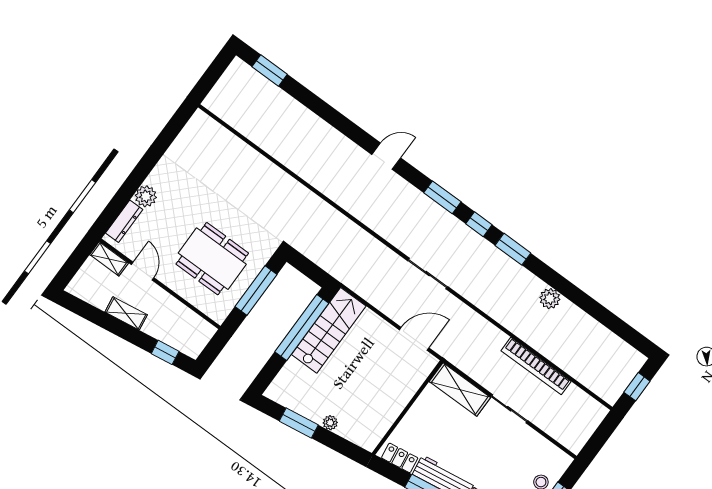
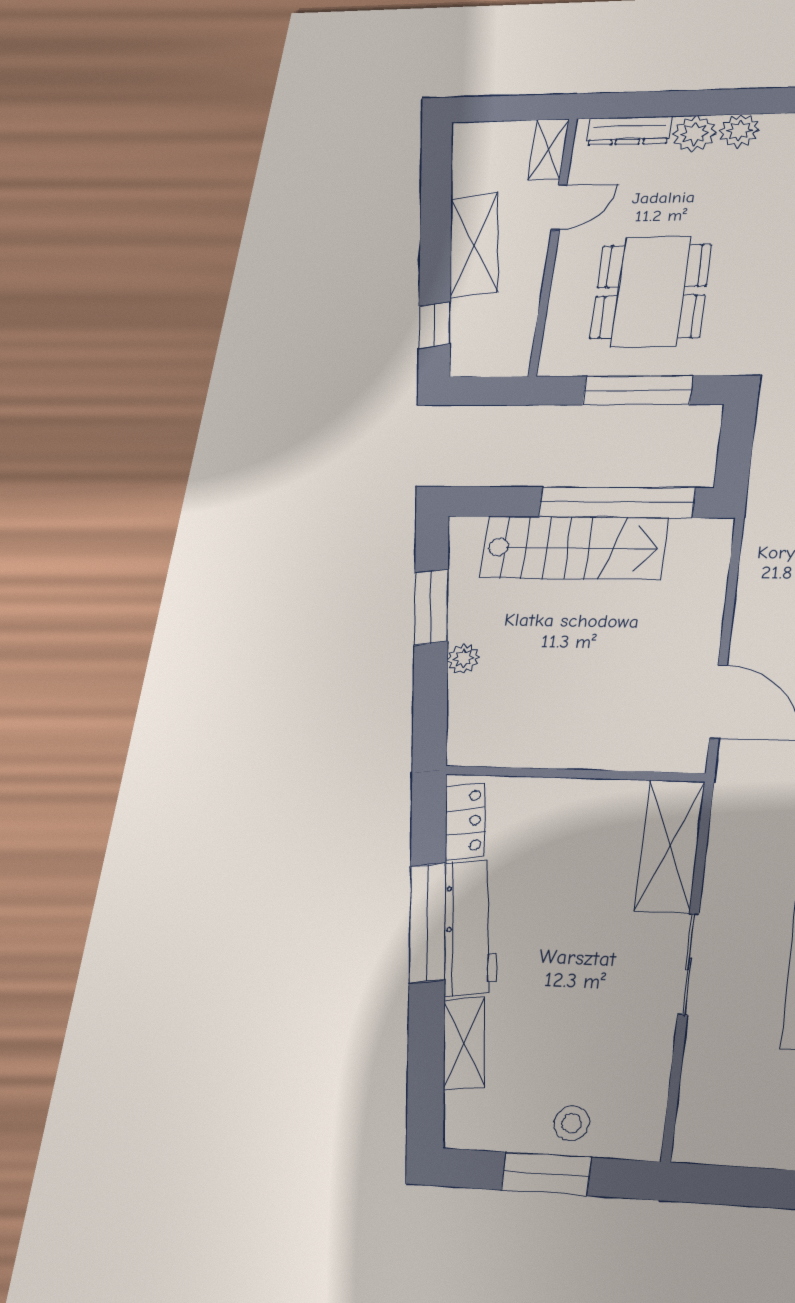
plant: (158, 178) -> (739, 131), added
shelving: (126, 313) -> (474, 245), width x1.50, depth x1.33
stairs: (329, 330) -> (574, 548), moved

